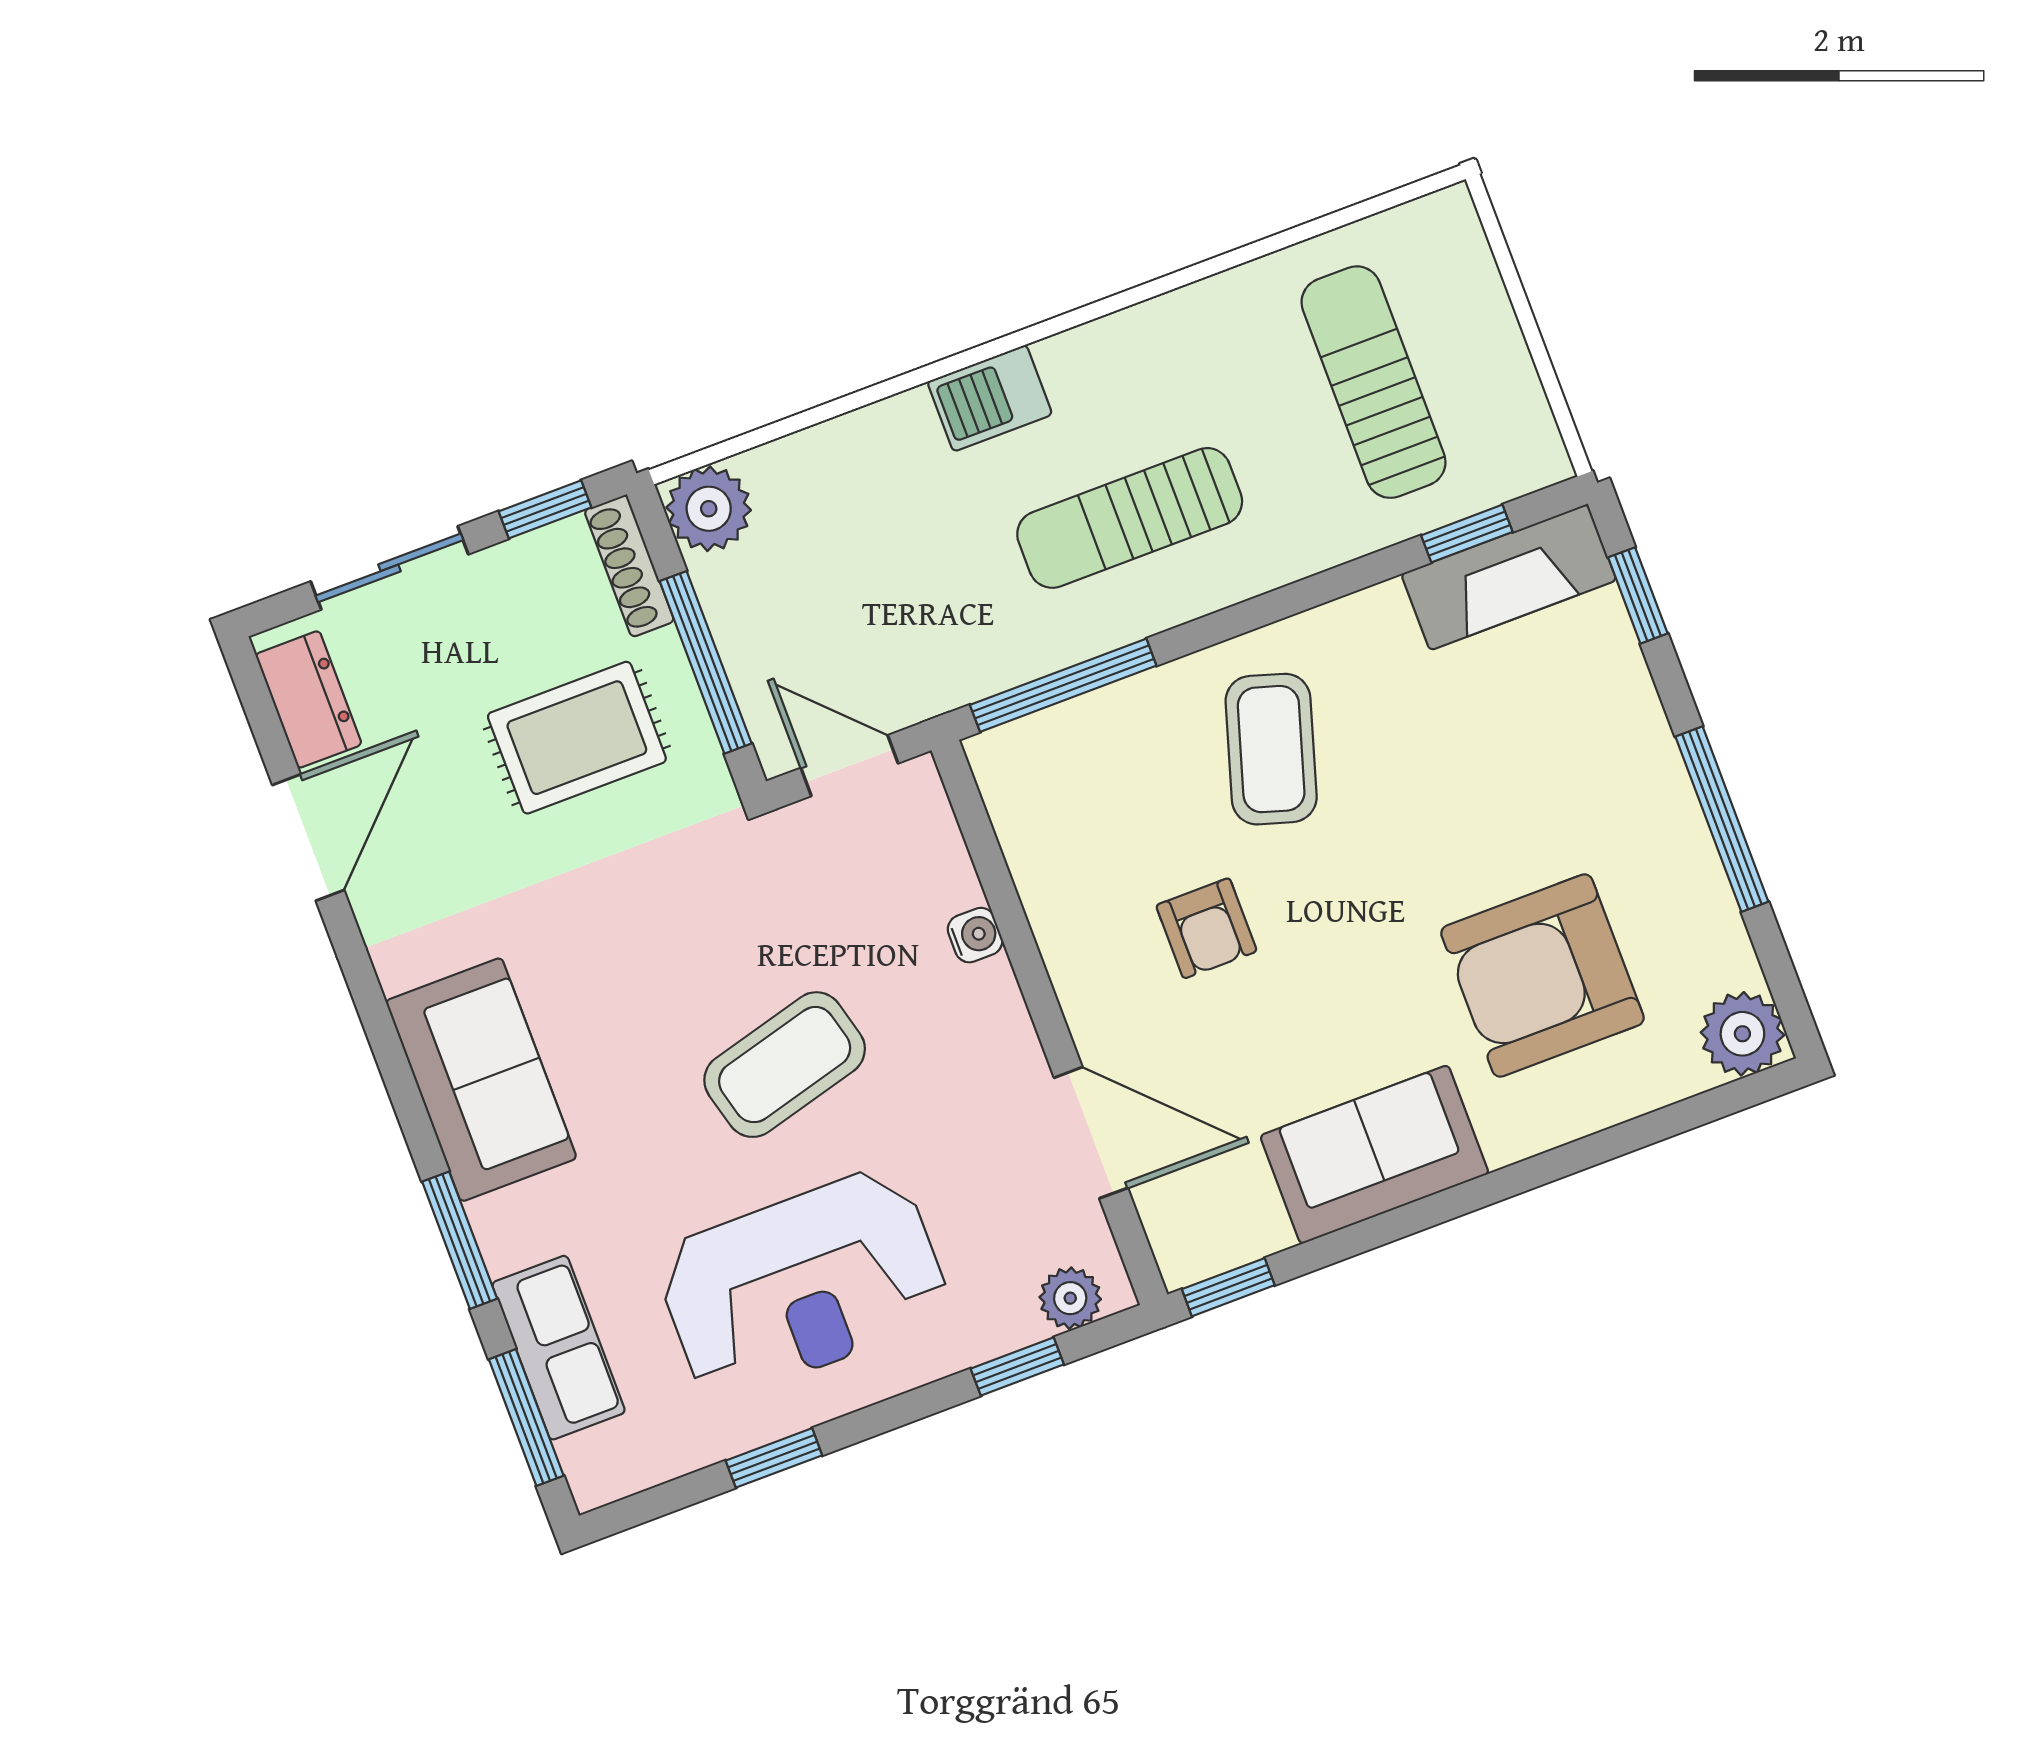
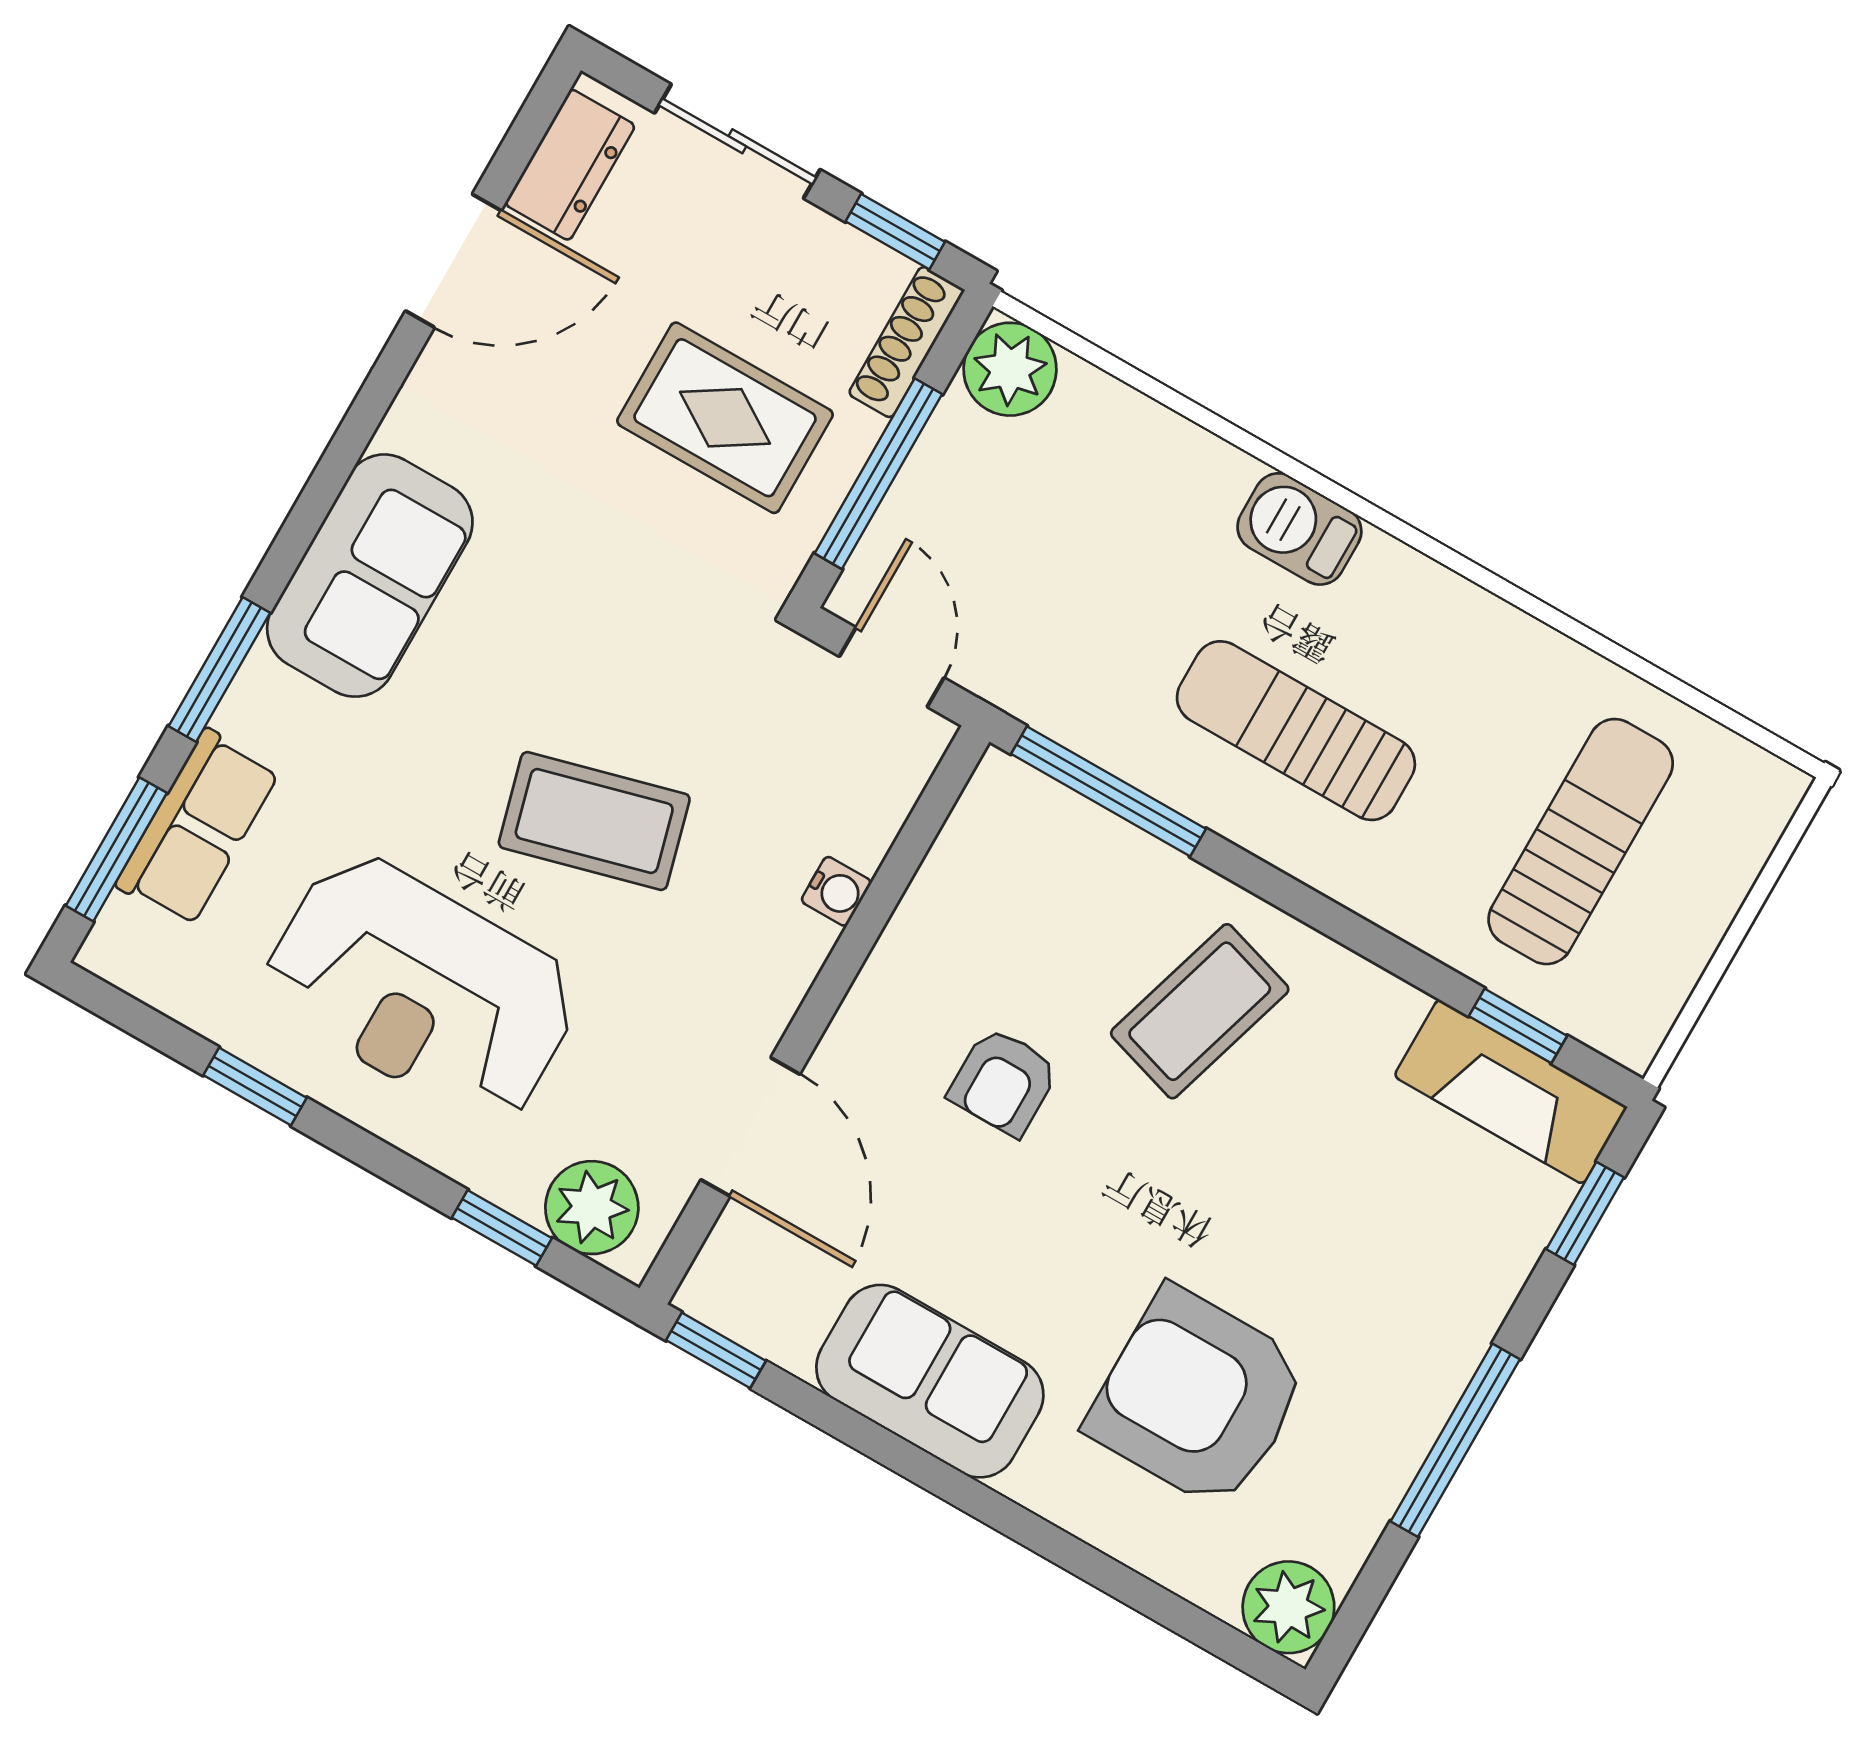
plant: (1070, 1298) -> (592, 1208), width x1.38, depth x1.38

